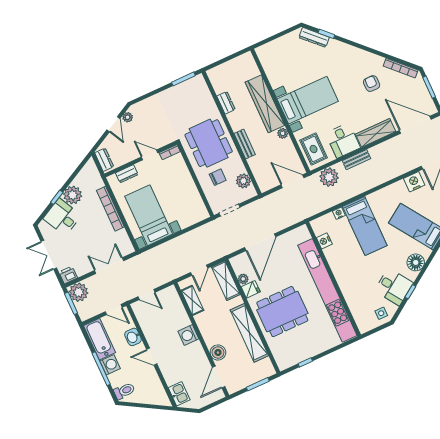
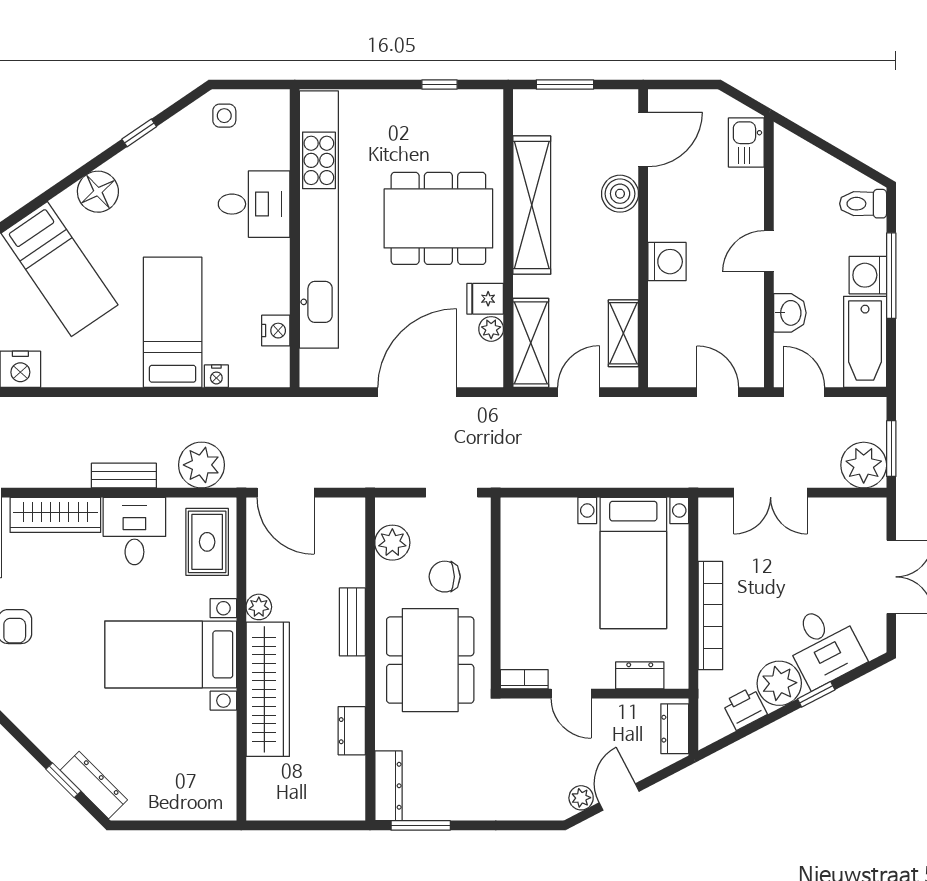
dresser: (203, 88) -> (388, 786), added
printer: (68, 275) -> (745, 708), moved, turned 152
desk: (394, 287) -> (254, 204), moved, turned 124
door: (152, 357) -> (769, 251), swing flipped

